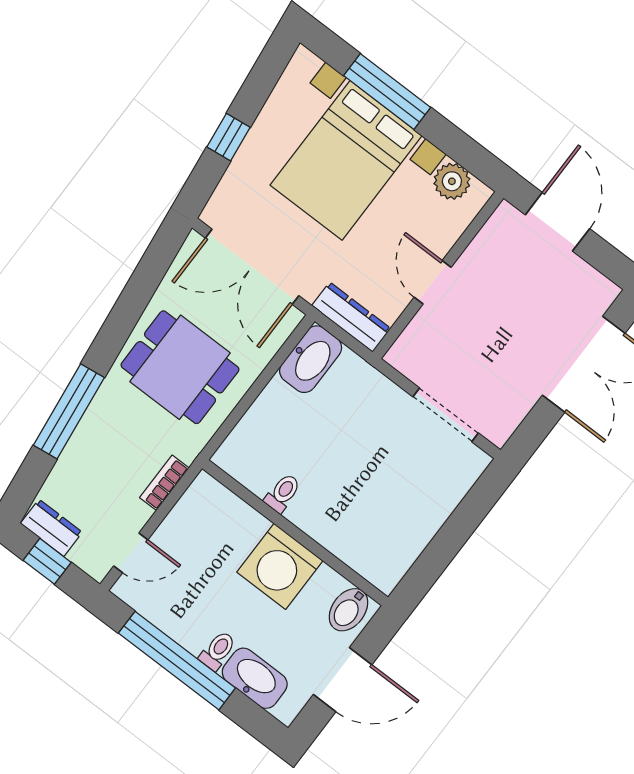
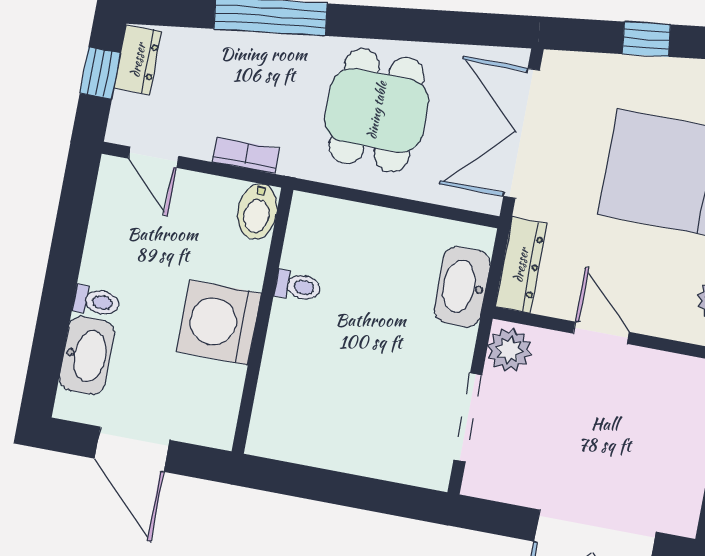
door: (433, 282) -> (601, 333), hinge flipped
plant: (411, 358) -> (509, 350), added
washbasin: (311, 359) -> (462, 287), moved, turned 90
bidet: (348, 610) -> (257, 211), moved, turned -90
window: (177, 661) -> (64, 263), removed

